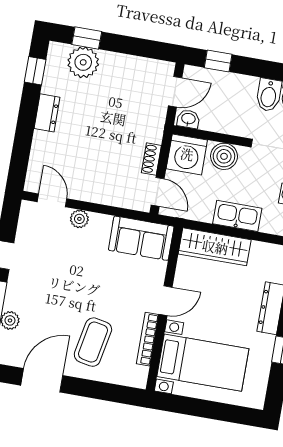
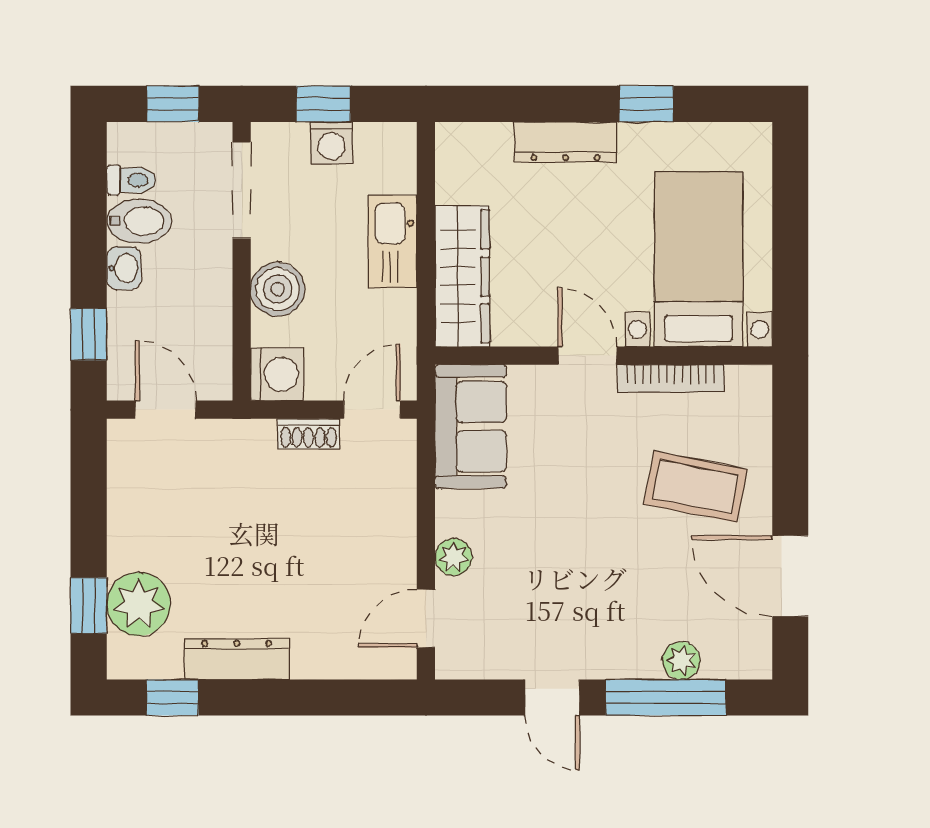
dresser: (47, 113) -> (237, 659), width x1.44
washbasin: (188, 119) -> (124, 268), moved, turned 180
washing machine: (187, 154) -> (277, 374), width x0.73, depth x0.73

